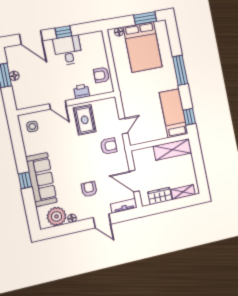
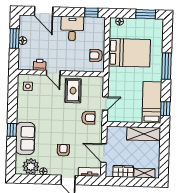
window: (63, 32) -> (91, 13), moved
bed: (143, 47) -> (129, 53), moved, turned -90
printer: (81, 91) -> (40, 65), moved
sofa: (41, 180) -> (25, 138), width x0.73

